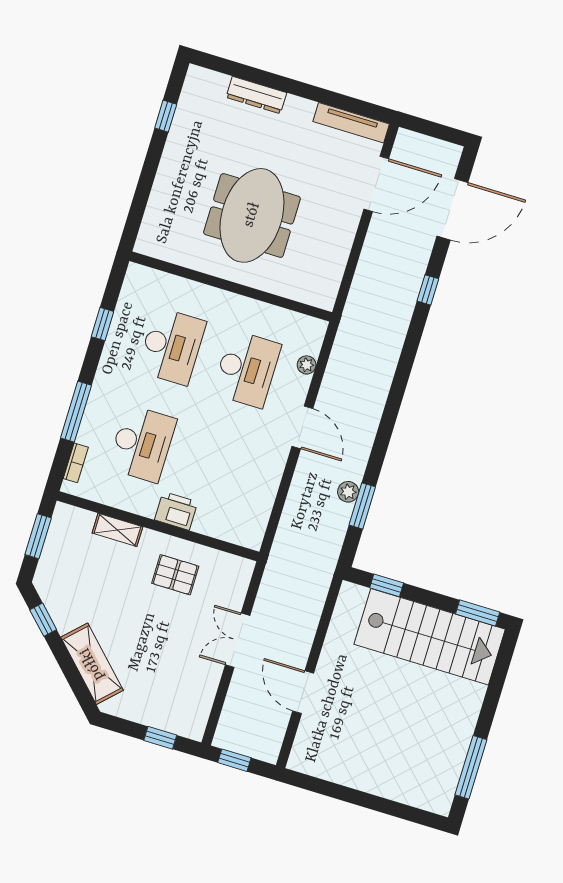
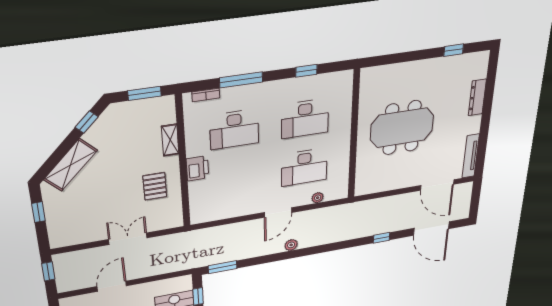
plant: (348, 492) -> (291, 245), moved
window: (362, 506) -> (223, 267), moved
window: (160, 738) -> (38, 212), moved

